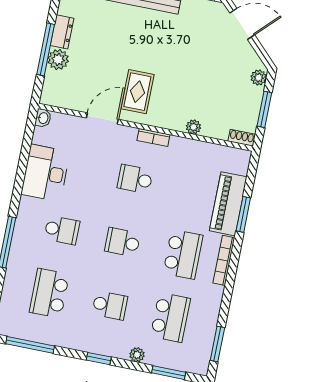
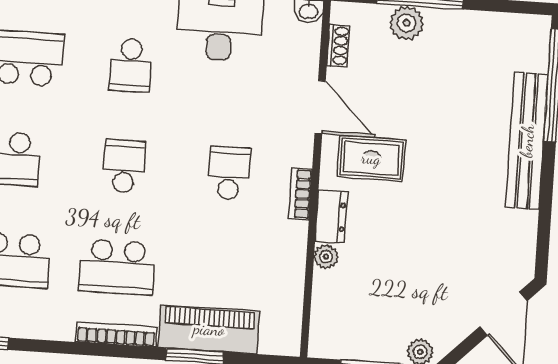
dresser: (62, 32) -> (331, 217), moved, turned -90
shoe rack: (242, 138) -> (338, 46), moved

